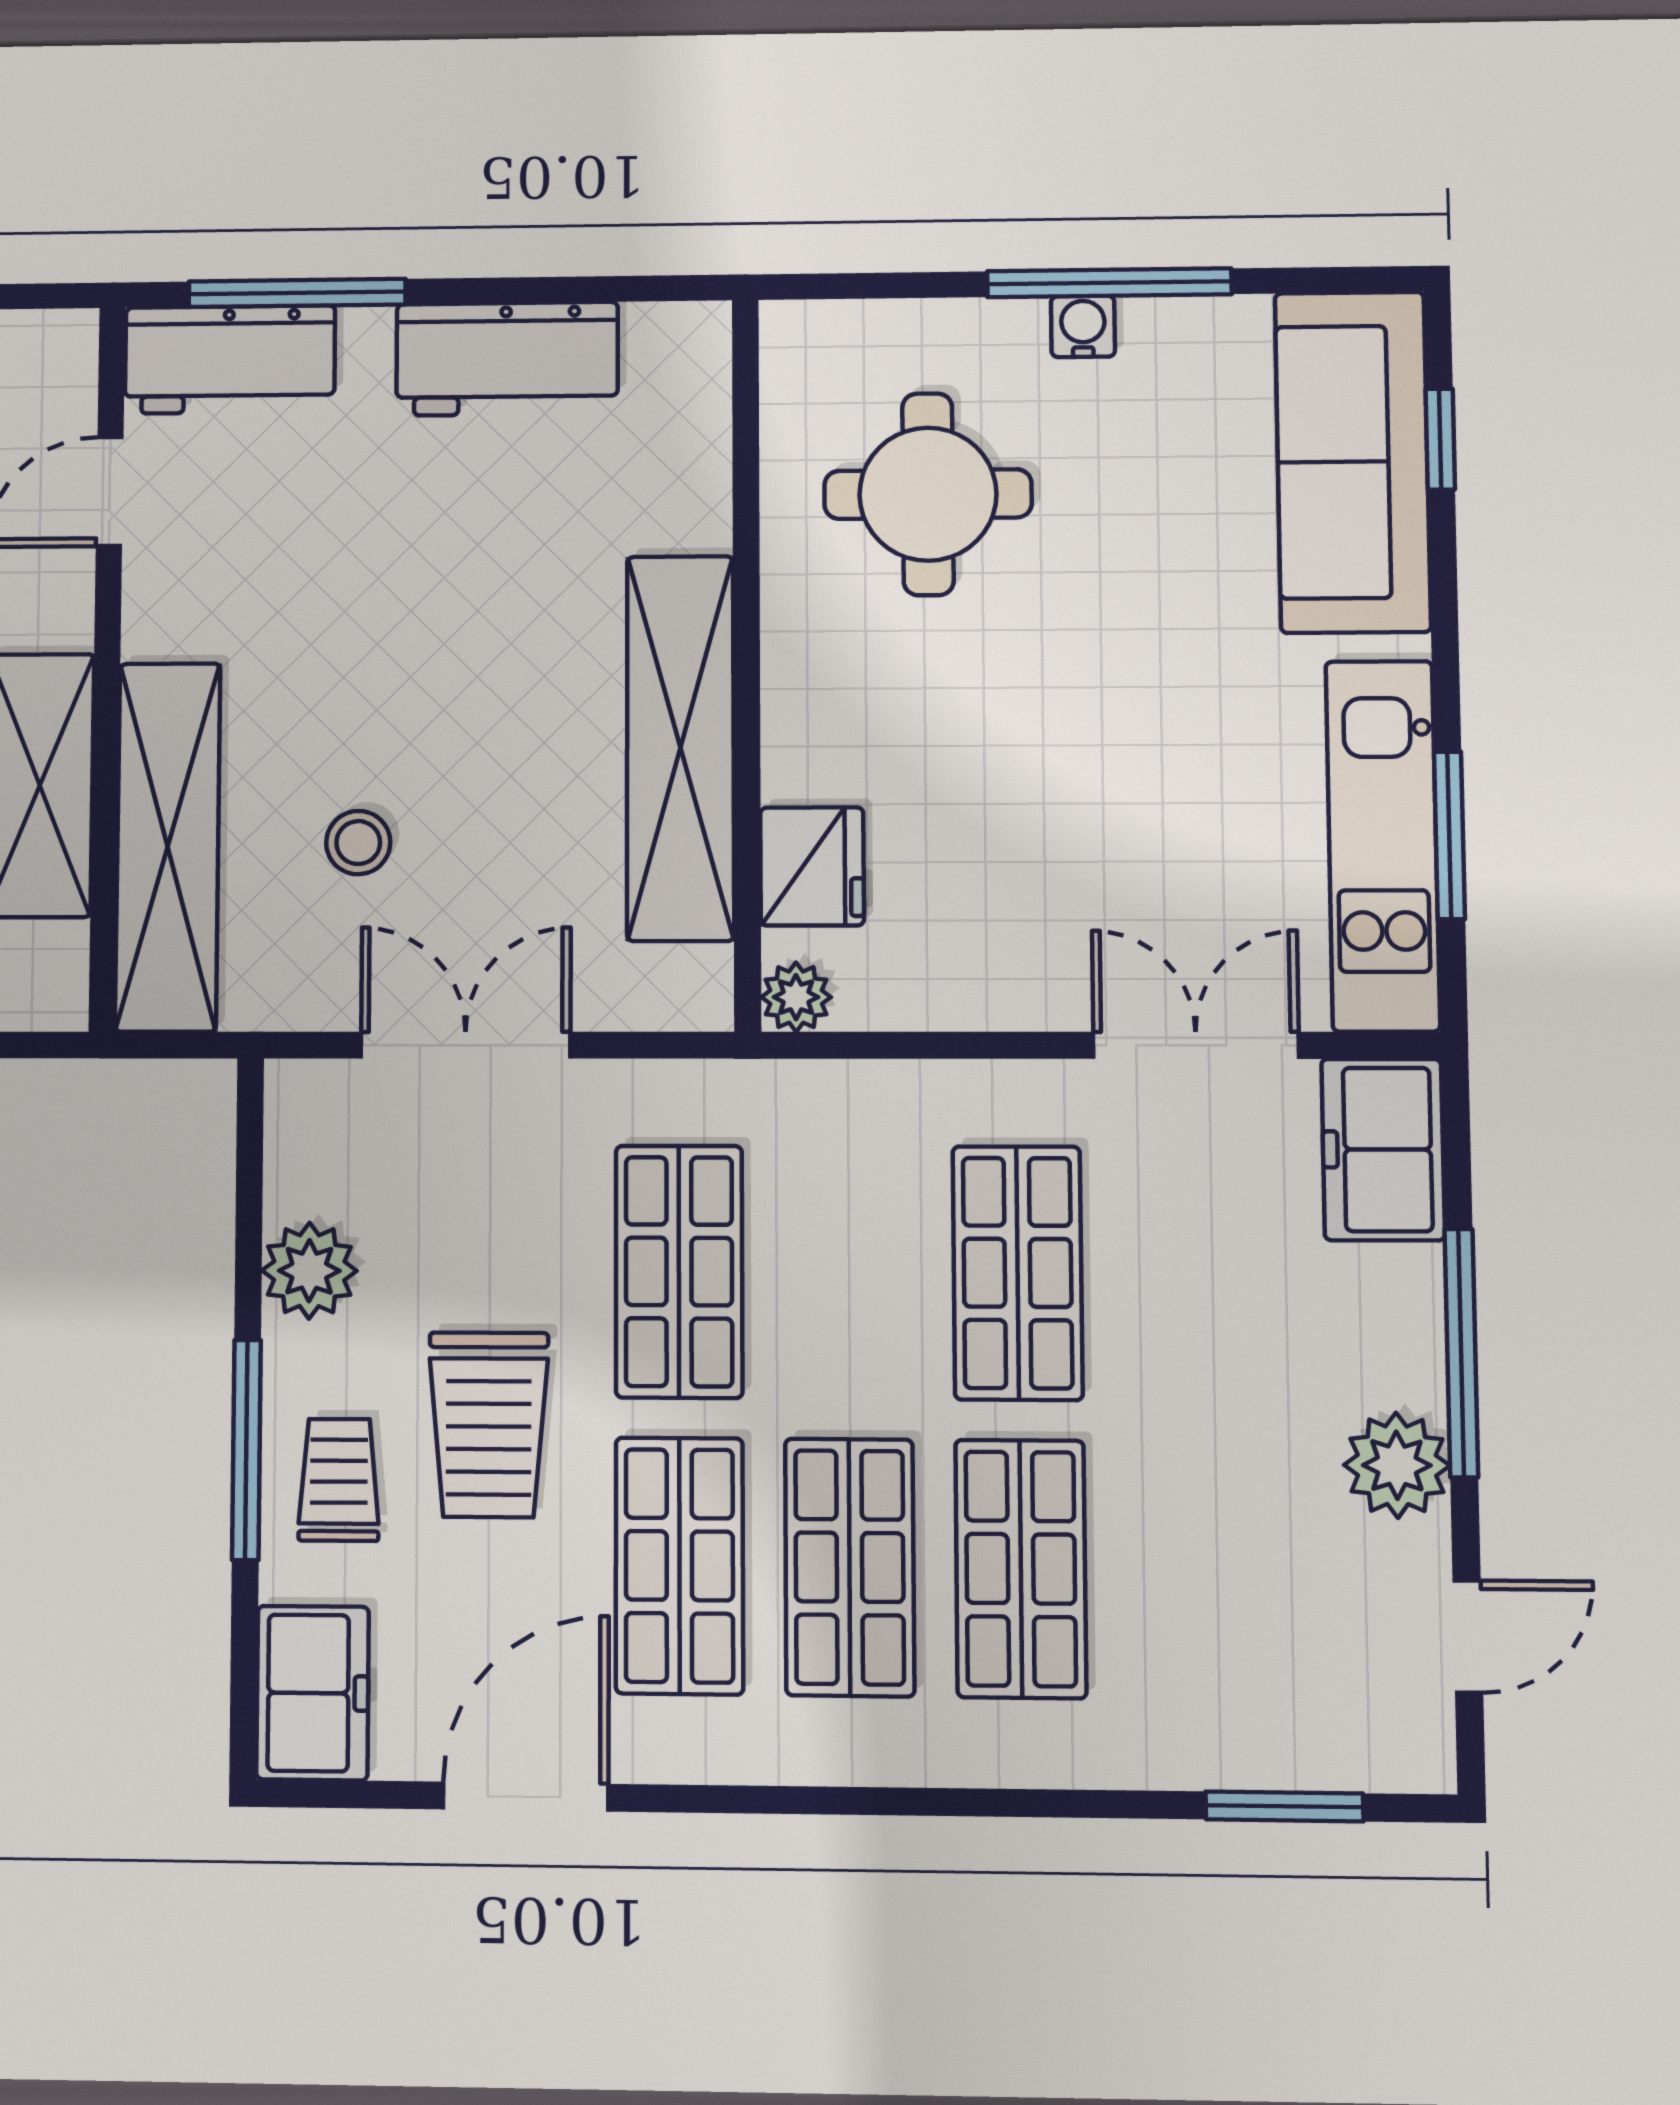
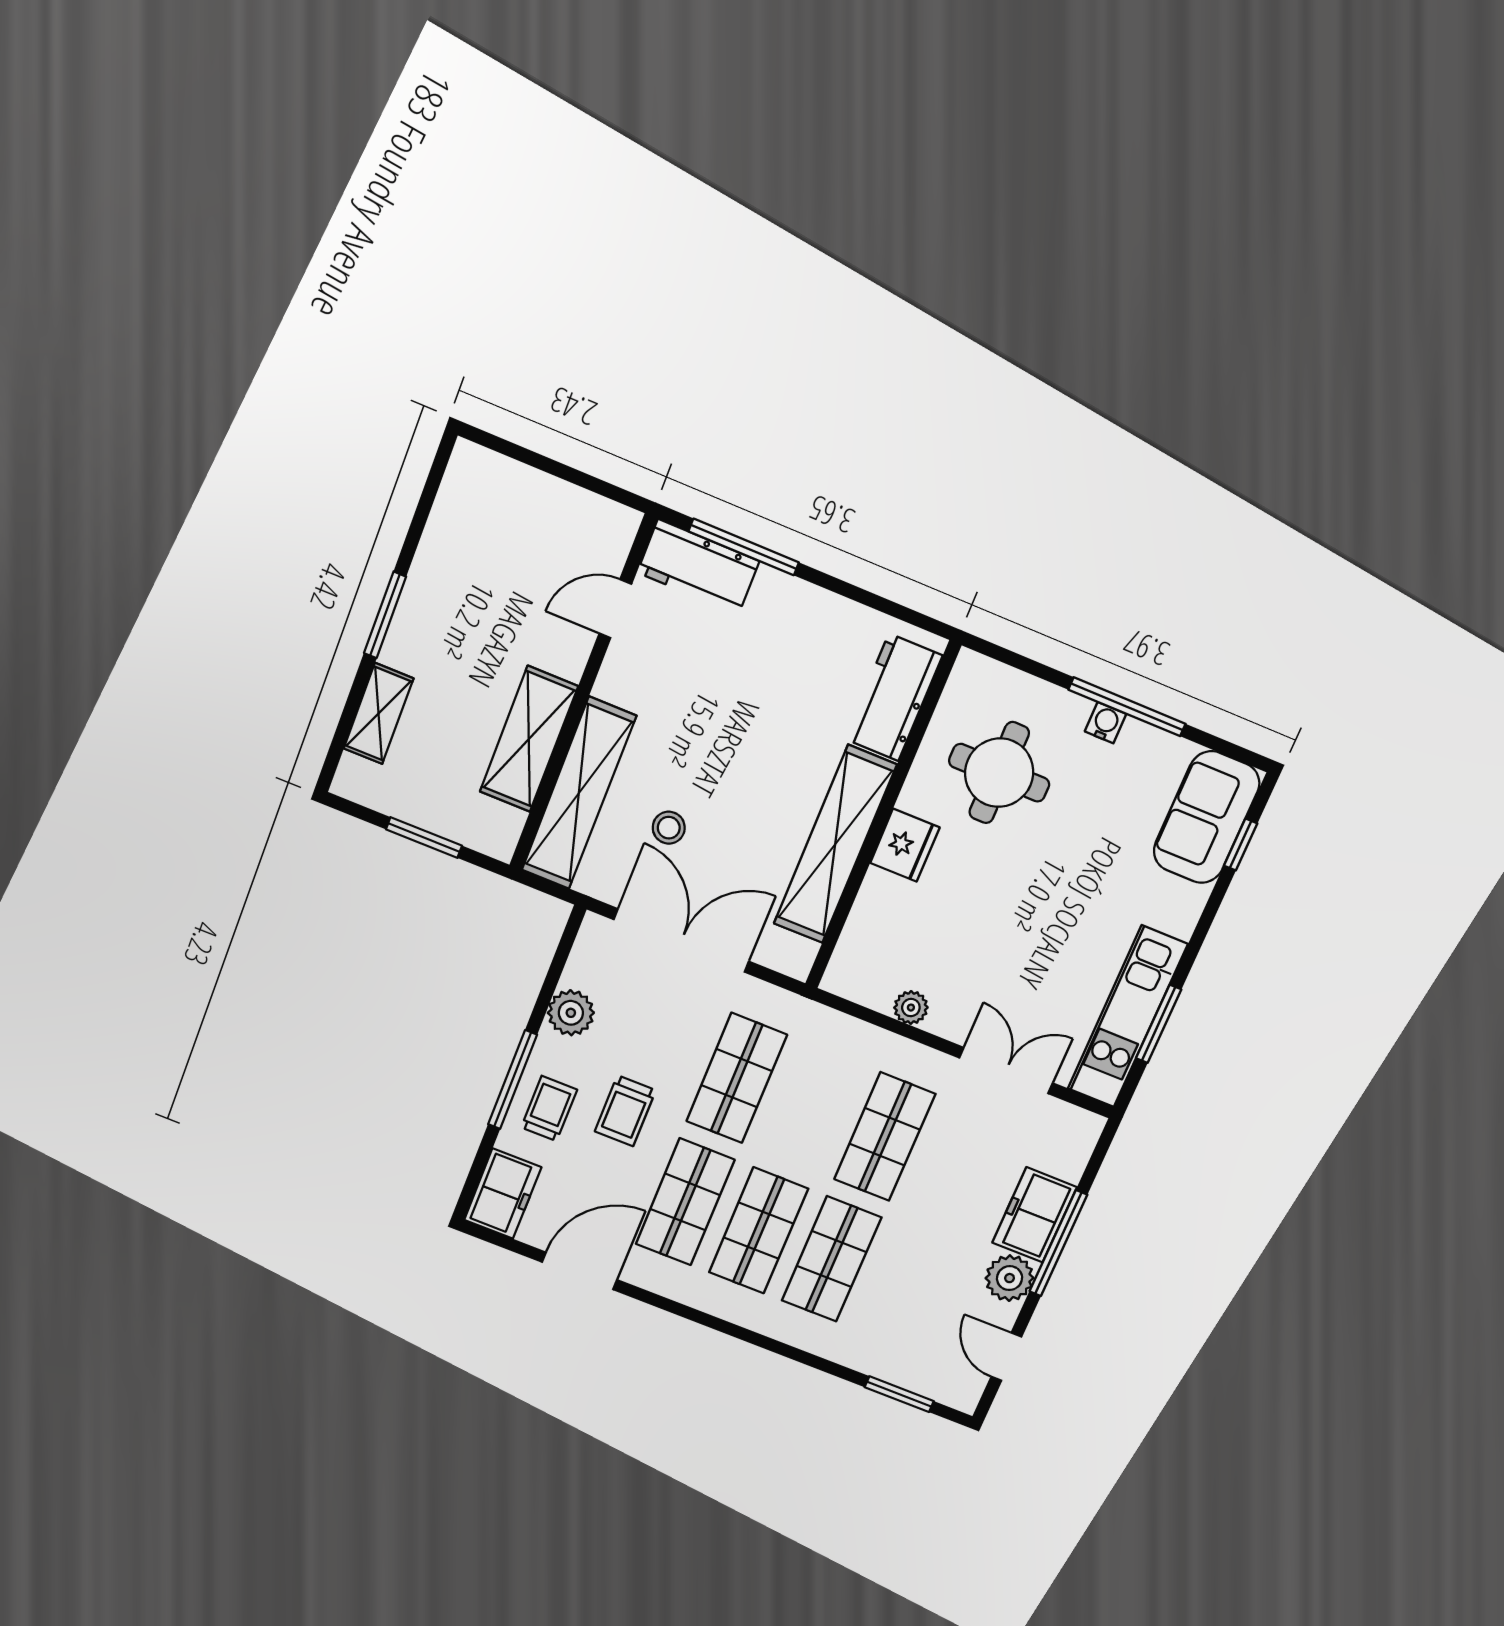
workbench: (507, 359) -> (894, 697), moved, turned 90
sofa: (1353, 462) -> (1206, 817), width x0.73
fridge: (812, 866) -> (905, 845), moved
plant: (796, 997) -> (911, 1008), moved
double door: (465, 1045) -> (681, 941), width x1.37
freezer: (1383, 1149) -> (1035, 1215), moved
trolley: (489, 1425) -> (625, 1111), width x0.73, depth x0.72
door: (1468, 1636) -> (1006, 1357), swing flipped

